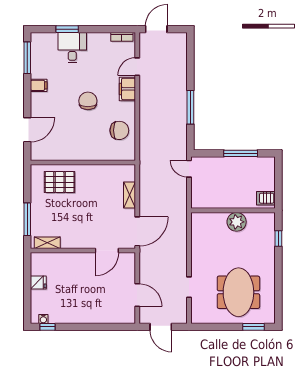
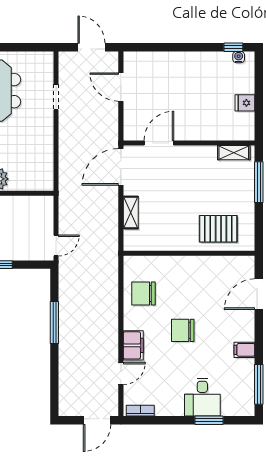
chair: (88, 101) -> (183, 330), turned 90
door: (189, 169) -> (56, 245), hinge flipped

